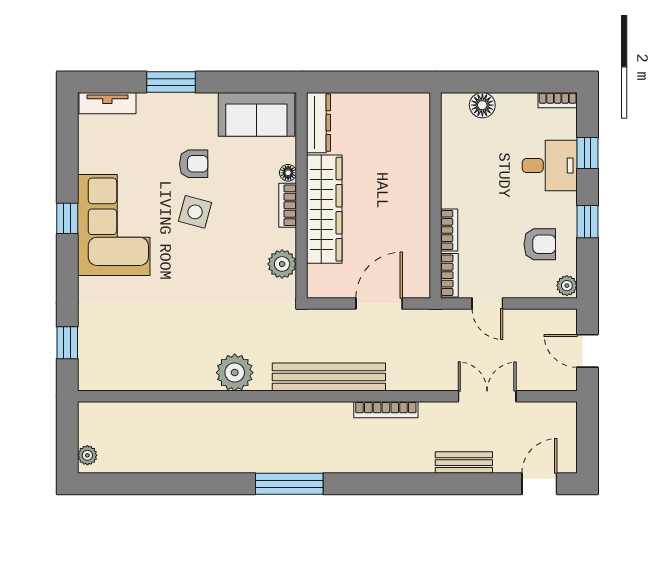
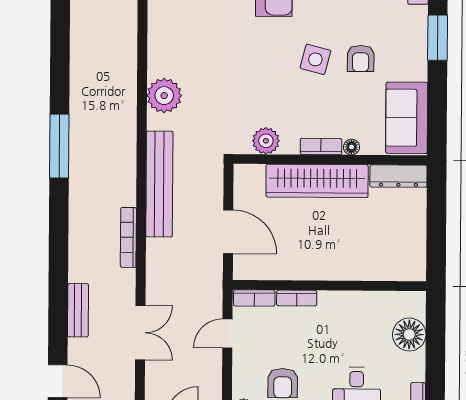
floor lamp: (482, 105) -> (409, 334), width x1.38, depth x1.38

